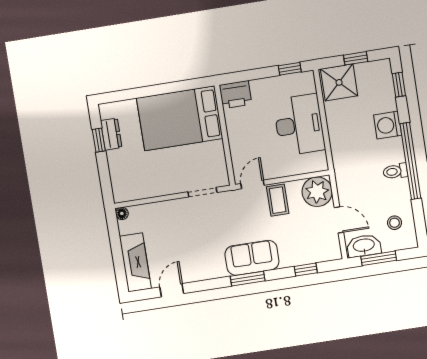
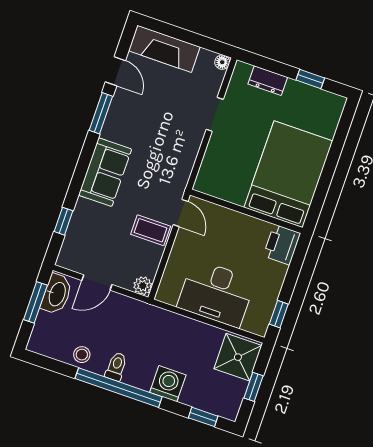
dresser: (111, 134) -> (268, 81), moved
doorway: (202, 192) -> (215, 114), moved
plant: (317, 192) -> (143, 286), width x0.53, depth x0.53
stool: (395, 223) -> (82, 355), moved
window: (248, 279) -> (101, 113), moved

